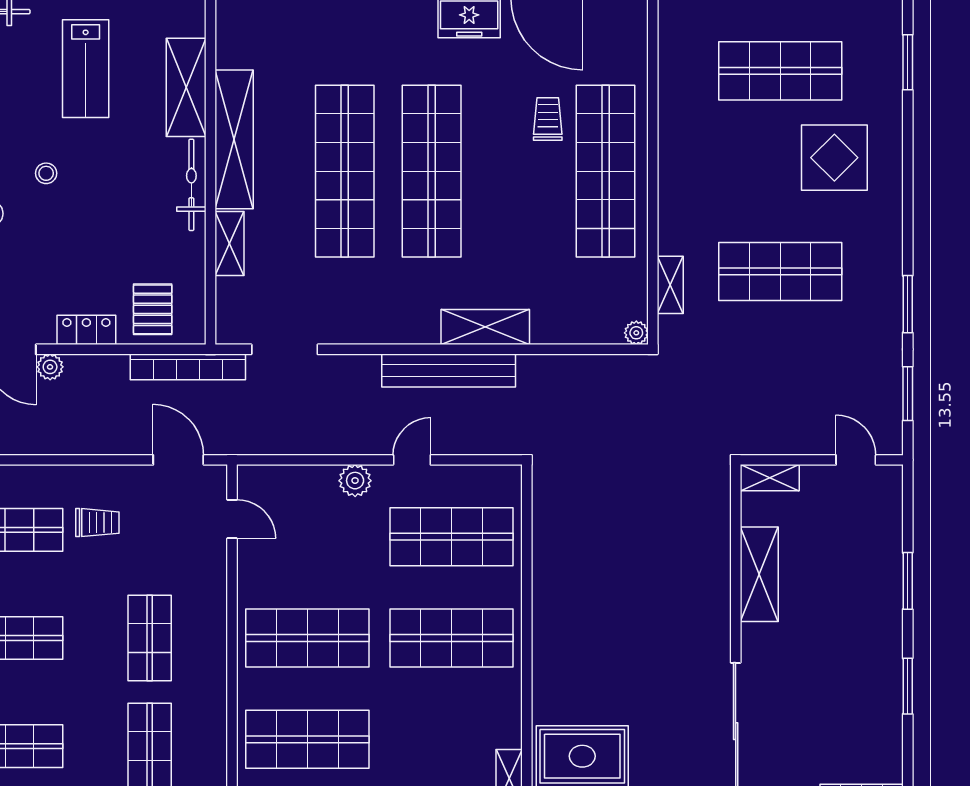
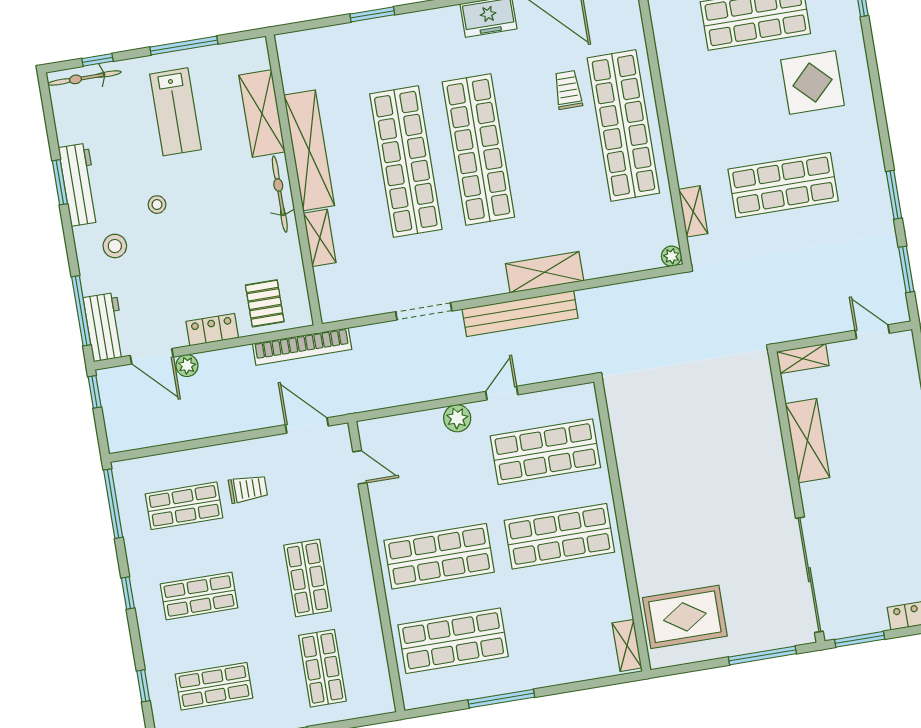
doorway: (285, 349) -> (424, 311), moved

